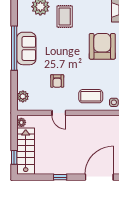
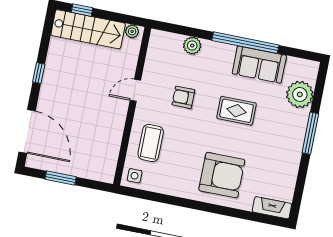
rug: (65, 17) -> (236, 111), moved
sofa: (26, 48) -> (259, 65), moved
plant: (23, 96) -> (192, 46), moved

